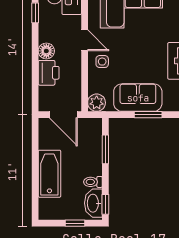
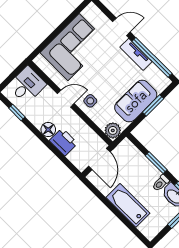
door: (63, 115) -> (99, 159), hinge flipped
window: (105, 149) -> (156, 163), moved

